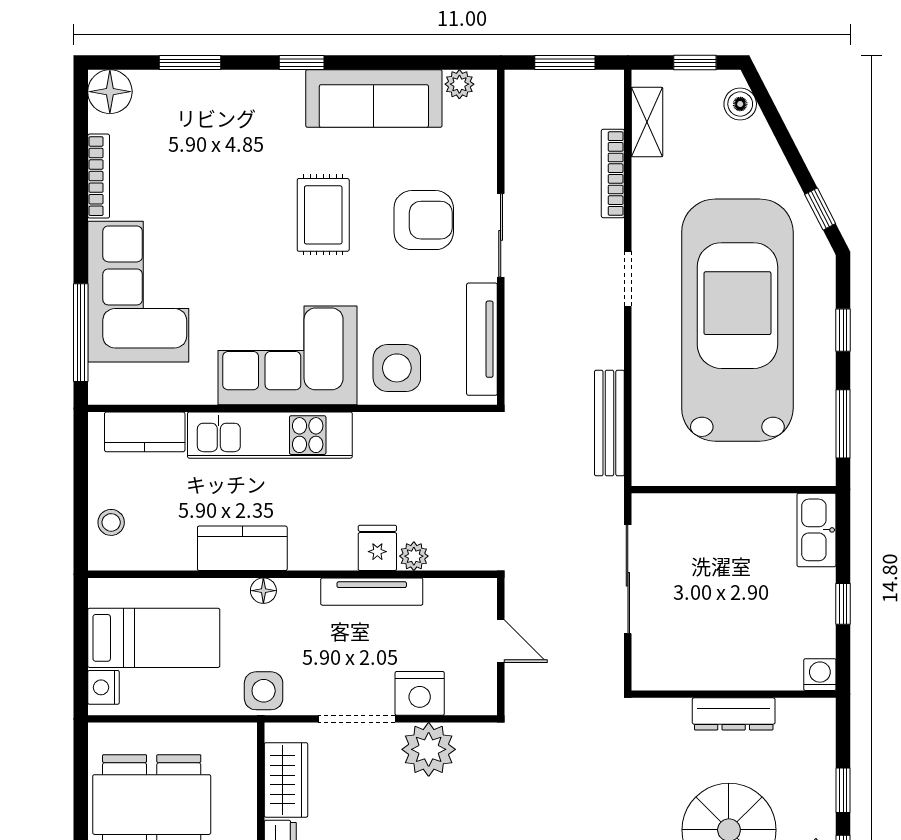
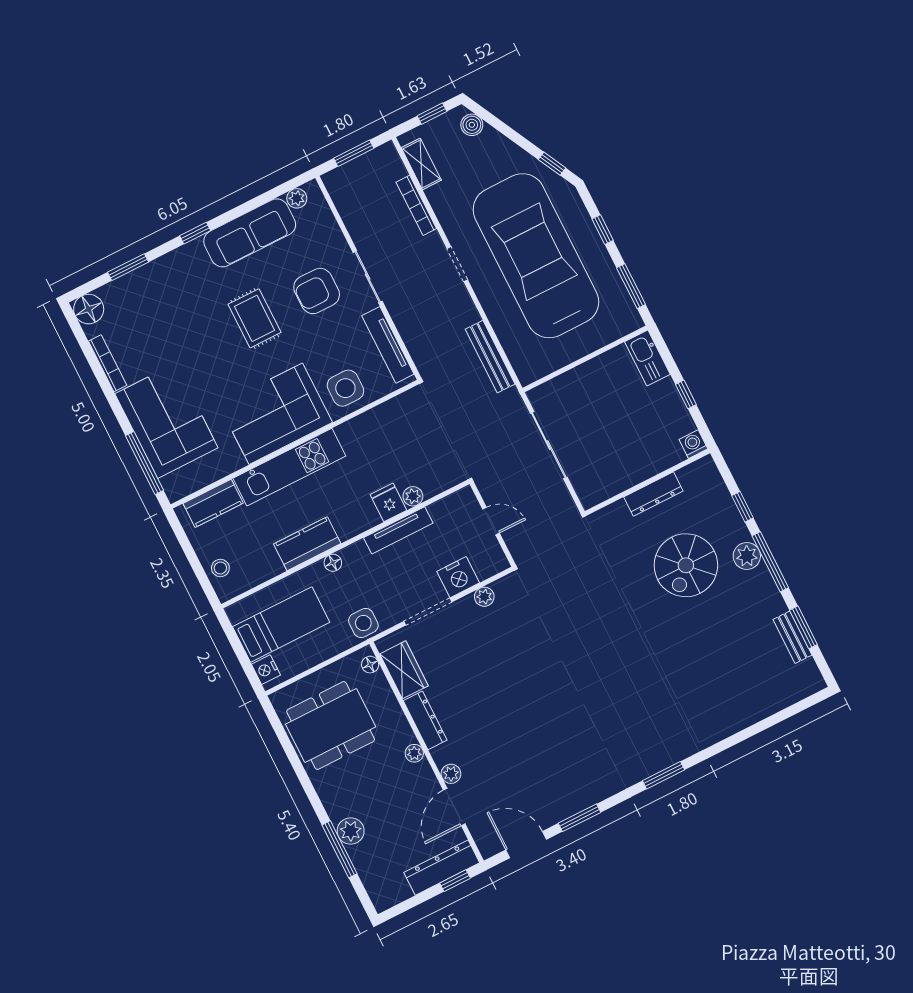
armchair: (424, 220) -> (317, 291), turned 180
plant: (429, 749) -> (484, 597), width x0.53, depth x0.53
floor lamp: (245, 750) -> (370, 665), added

